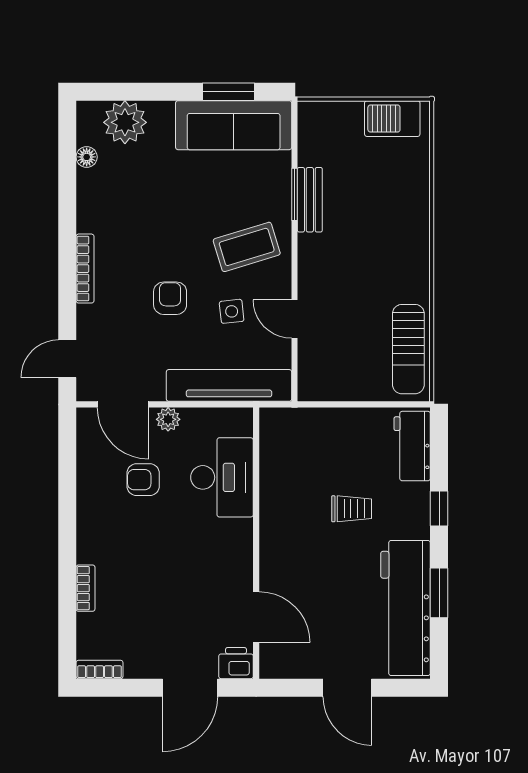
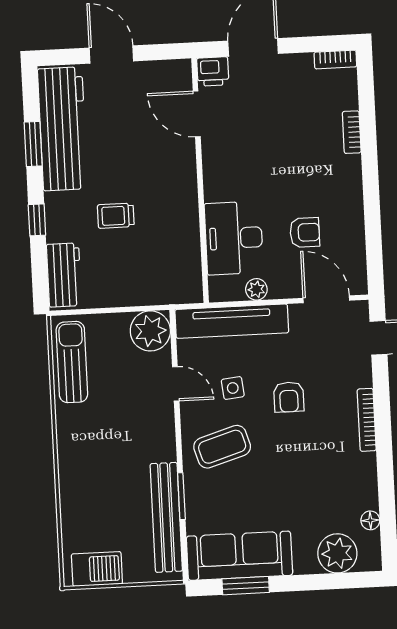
bench: (310, 200) -> (166, 517), width x1.86, depth x1.21
plant: (320, 379) -> (150, 331), added
plant: (168, 419) -> (256, 289), moved

